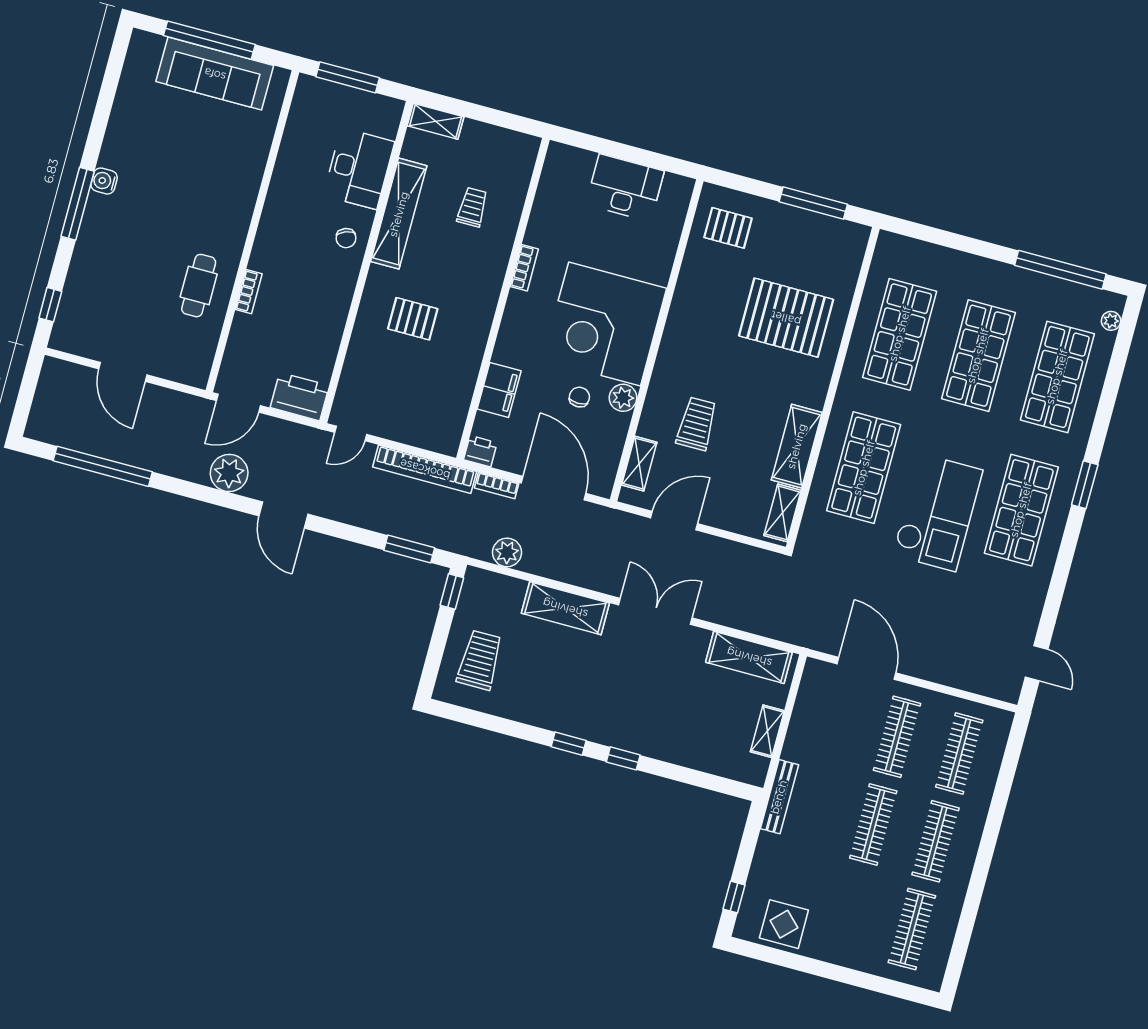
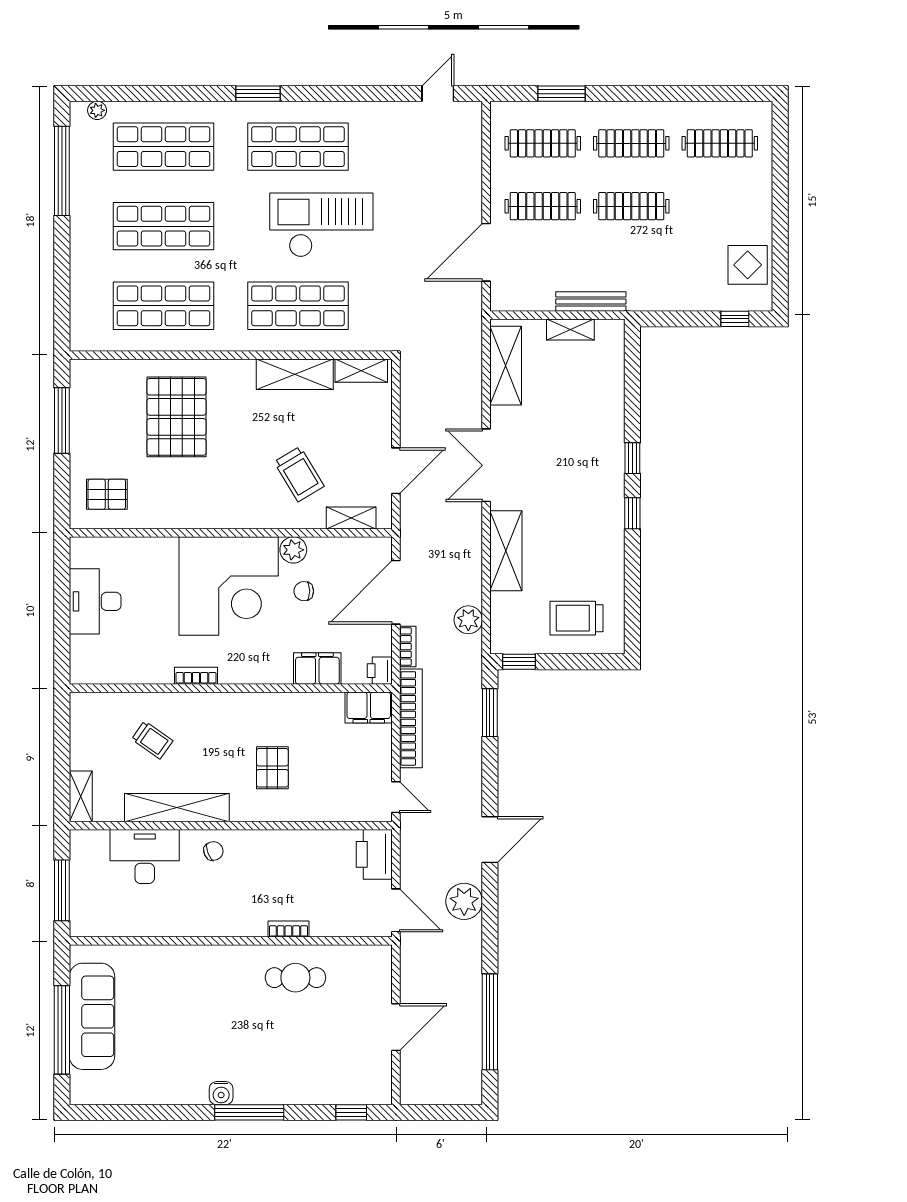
trolley: (472, 207) -> (152, 740), turned -145
pallet: (728, 228) -> (107, 494), turned 90
trolley: (697, 424) -> (299, 474), turned -121
filing cabinet: (447, 430) -> (369, 707), added
door: (674, 521) -> (396, 471), swing flipped
window: (1004, 786) -> (562, 94), added
bench: (779, 797) -> (591, 302), moved

